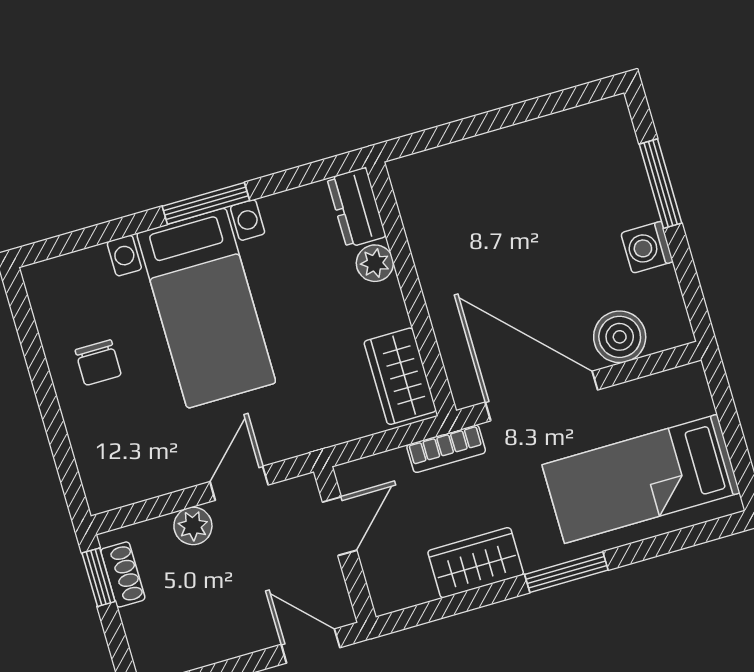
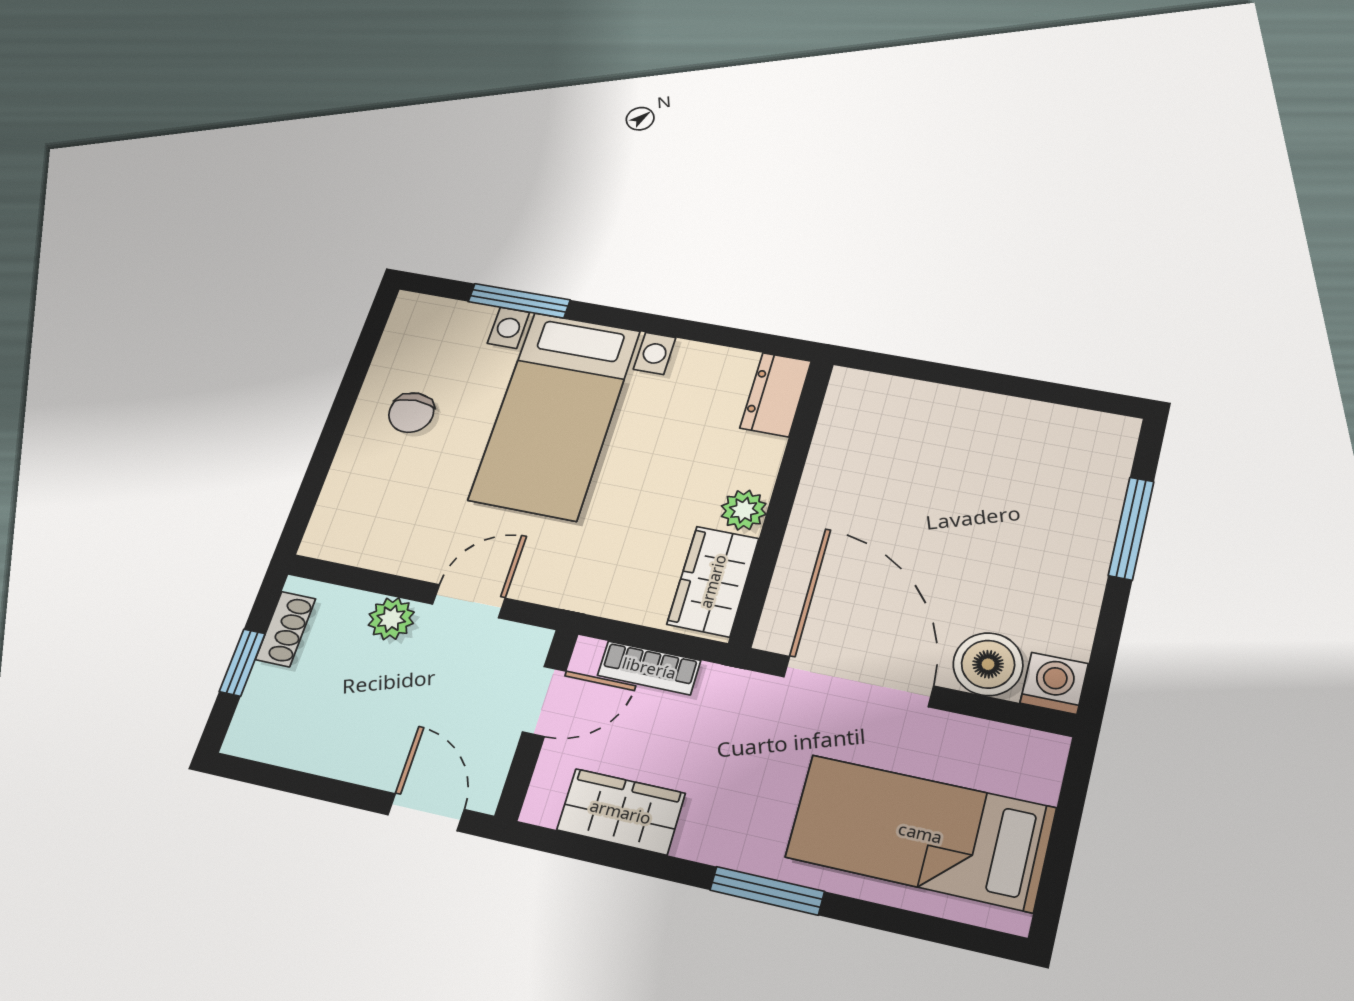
window: (206, 203) -> (519, 301), moved
washing machine: (647, 247) -> (1054, 683), moved, turned 90
plant: (375, 263) -> (744, 510), moved
bookcase: (446, 449) -> (649, 668), moved
wardrobe: (476, 563) -> (621, 812), moved
window: (99, 577) -> (242, 663), moved

